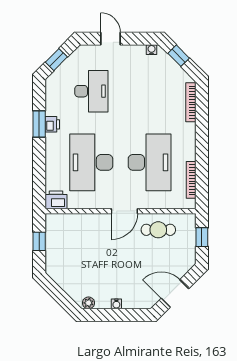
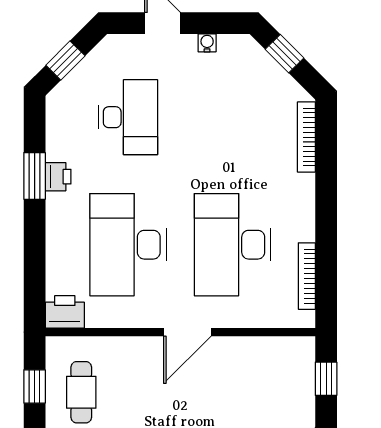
water cooler: (152, 50) -> (207, 43), moved
desk: (150, 162) -> (233, 245), turned 180
cafe table: (158, 230) -> (81, 392), moved, turned 90

